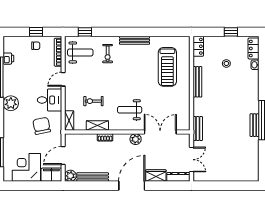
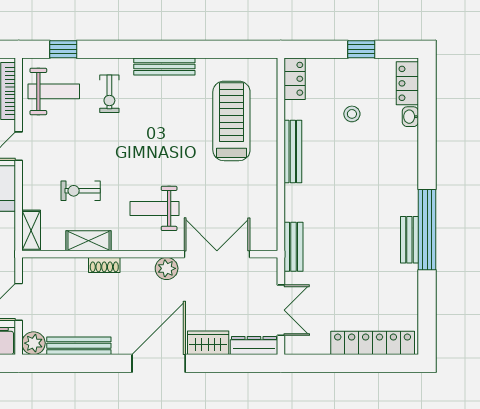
treadmill: (167, 67) -> (231, 121), turned 180
locker: (236, 176) -> (373, 343), added

